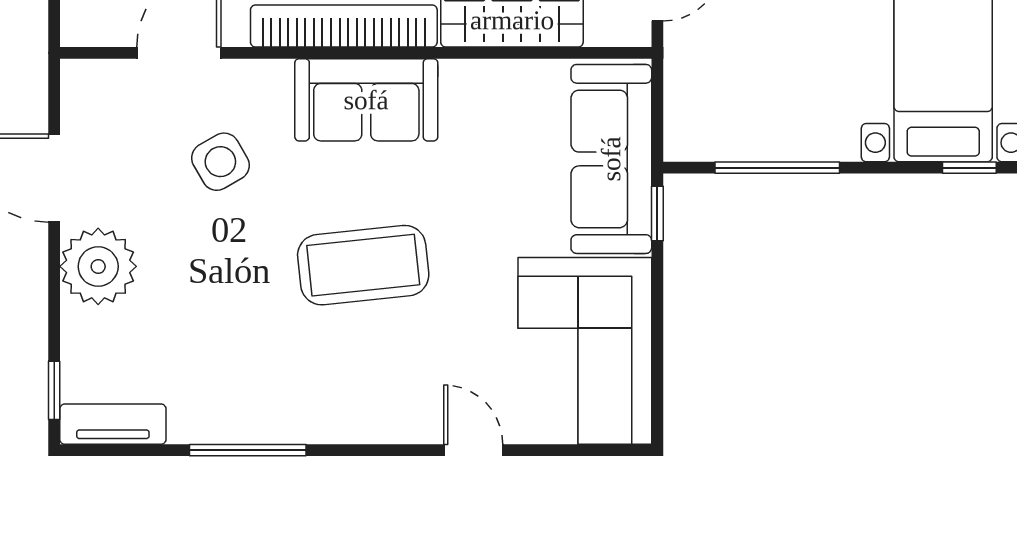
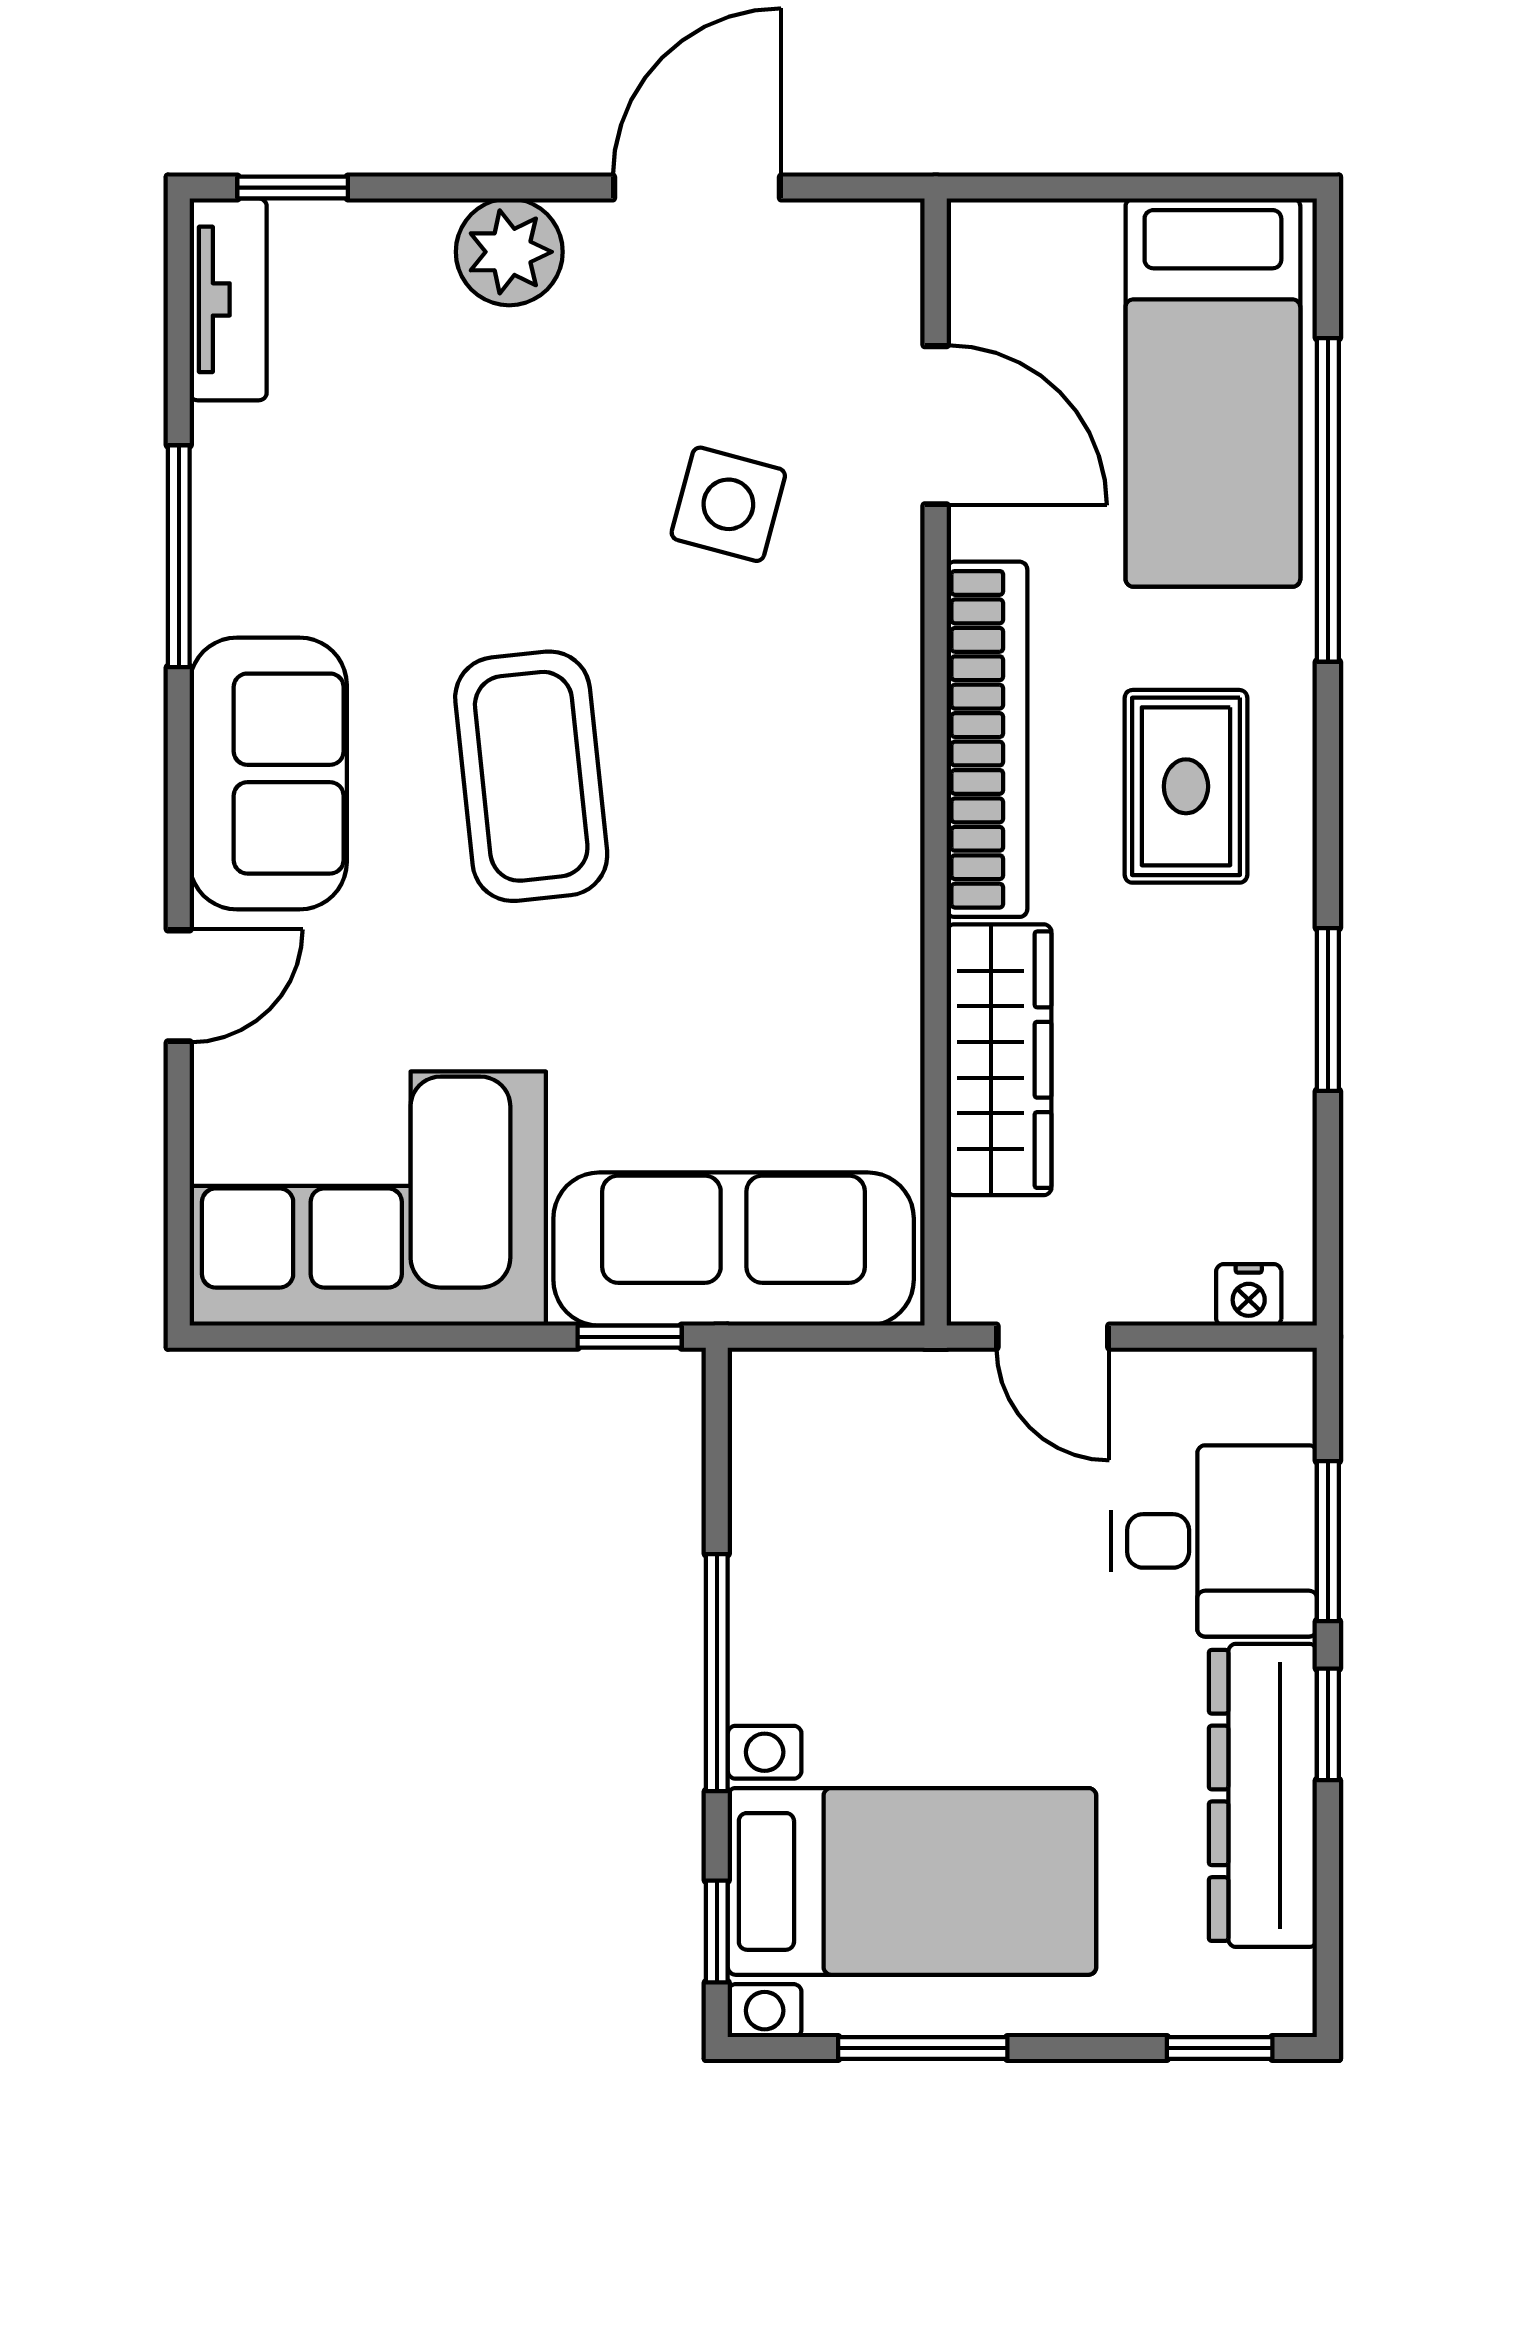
sofa: (366, 100) -> (268, 774), moved, turned 180
side table: (220, 162) -> (728, 504), turned 45
window: (777, 168) -> (717, 1673), moved
plant: (98, 266) -> (509, 252), width x0.73, depth x0.73

